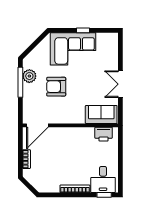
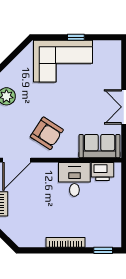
armchair: (56, 87) -> (47, 133), moved, turned -147
desk: (103, 179) -> (74, 179), moved, turned 180

